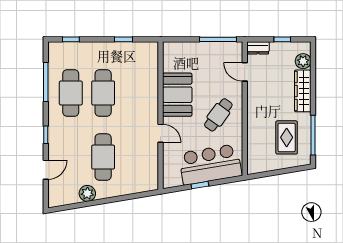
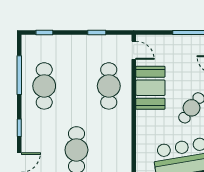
cafe table: (103, 93) -> (109, 86), moved
door: (160, 133) -> (134, 50), moved

